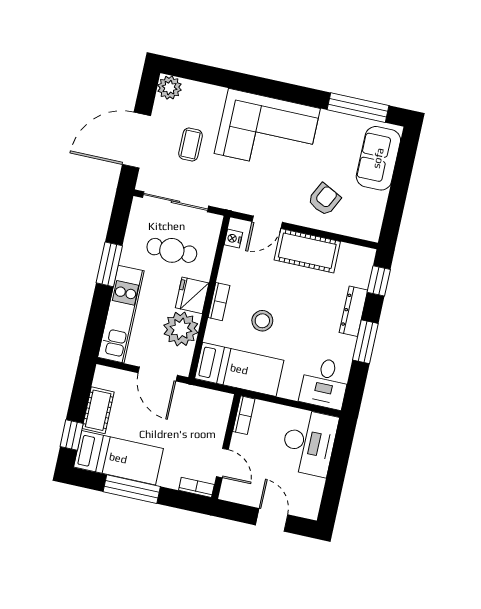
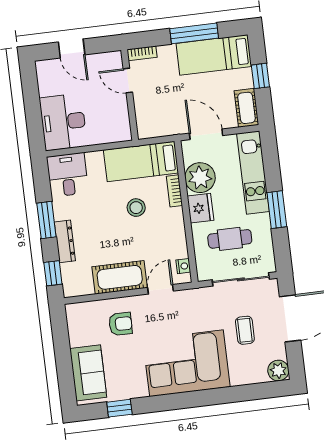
window: (358, 108) -> (119, 408), width x0.46
armchair: (324, 199) -> (121, 324), turned -116
bookcase: (219, 302) -> (174, 191), moved
cot: (98, 410) -> (246, 108), moved
bookcase: (244, 415) -> (124, 126), removed
window: (72, 435) -> (260, 76), moved

